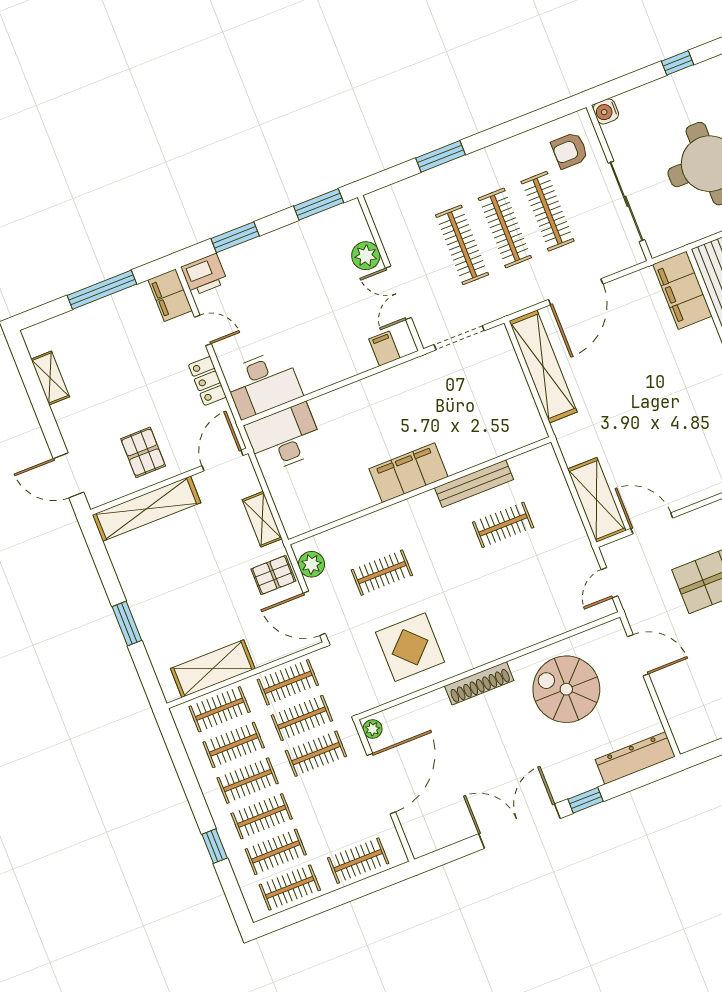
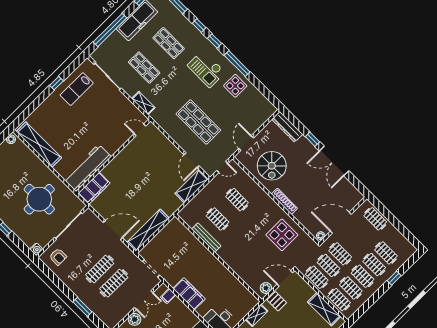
clothes rail: (548, 211) -> (86, 255), removed
filing cabinet: (409, 473) -> (189, 294), moved, turned 180
clothes rail: (382, 573) -> (237, 200), moved
door: (314, 613) -> (285, 279), swing flipped
clothes rail: (290, 888) -> (398, 241), removed

